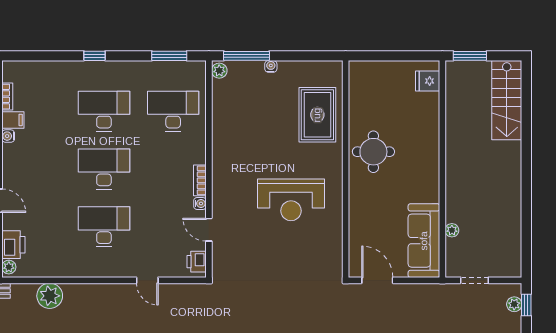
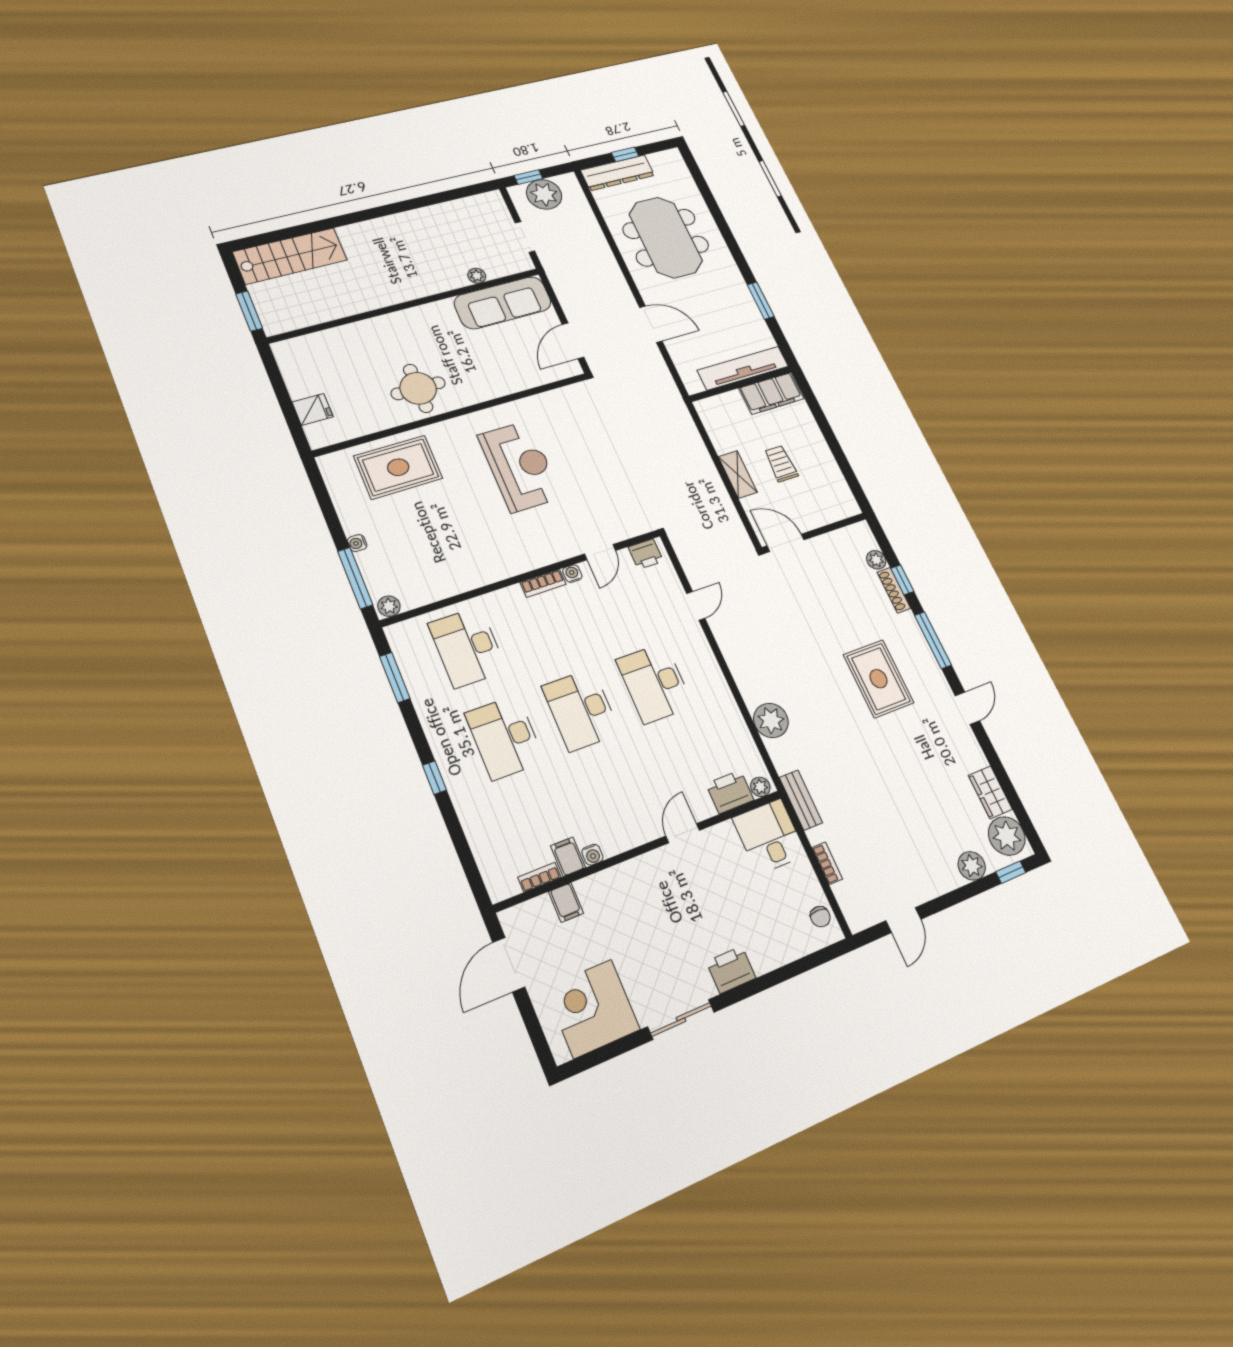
fridge: (428, 81) -> (313, 409), moved, turned -90
plant: (514, 304) -> (544, 194), width x1.88, depth x1.88

